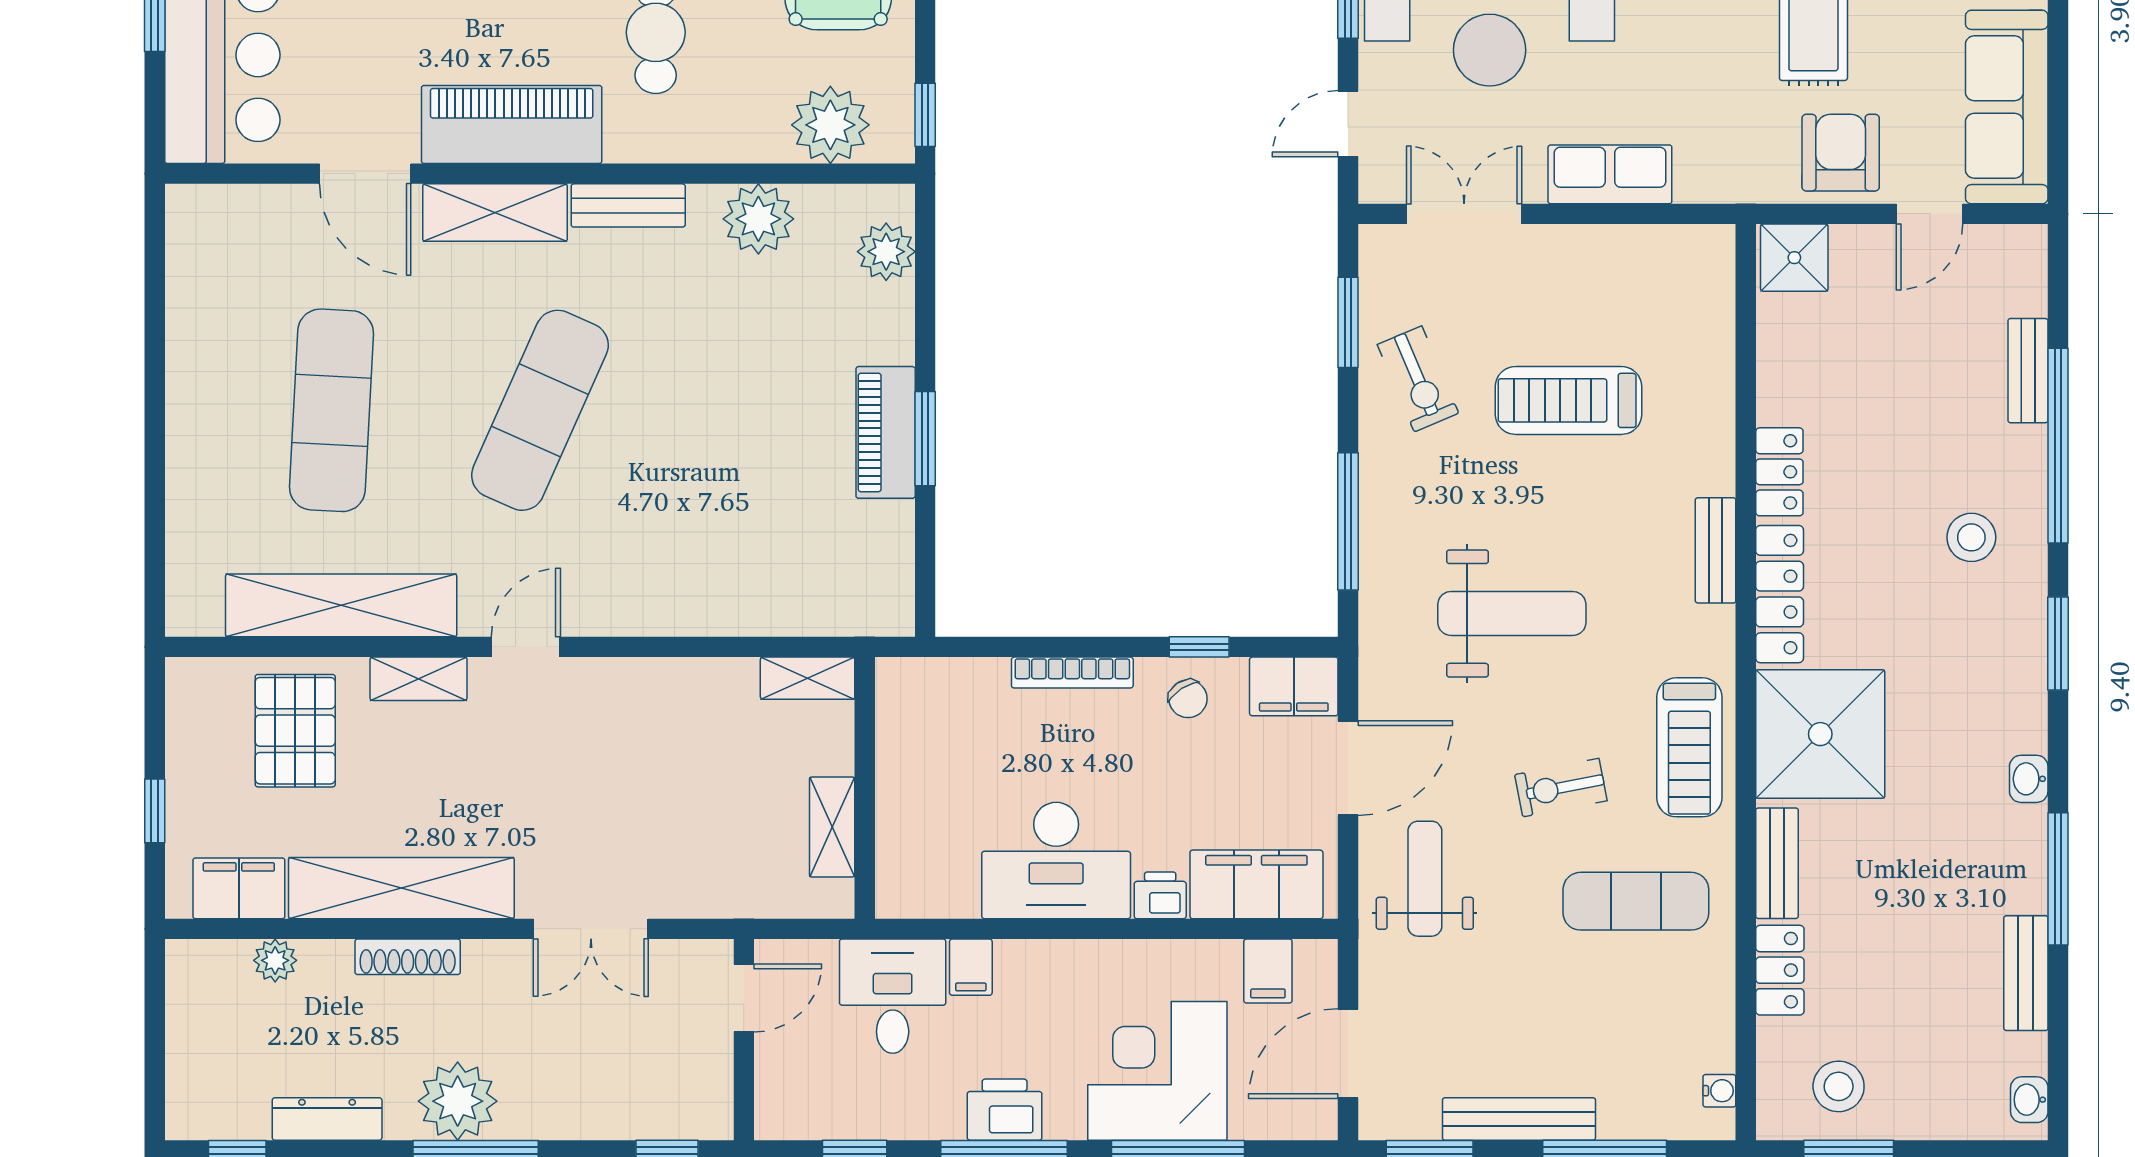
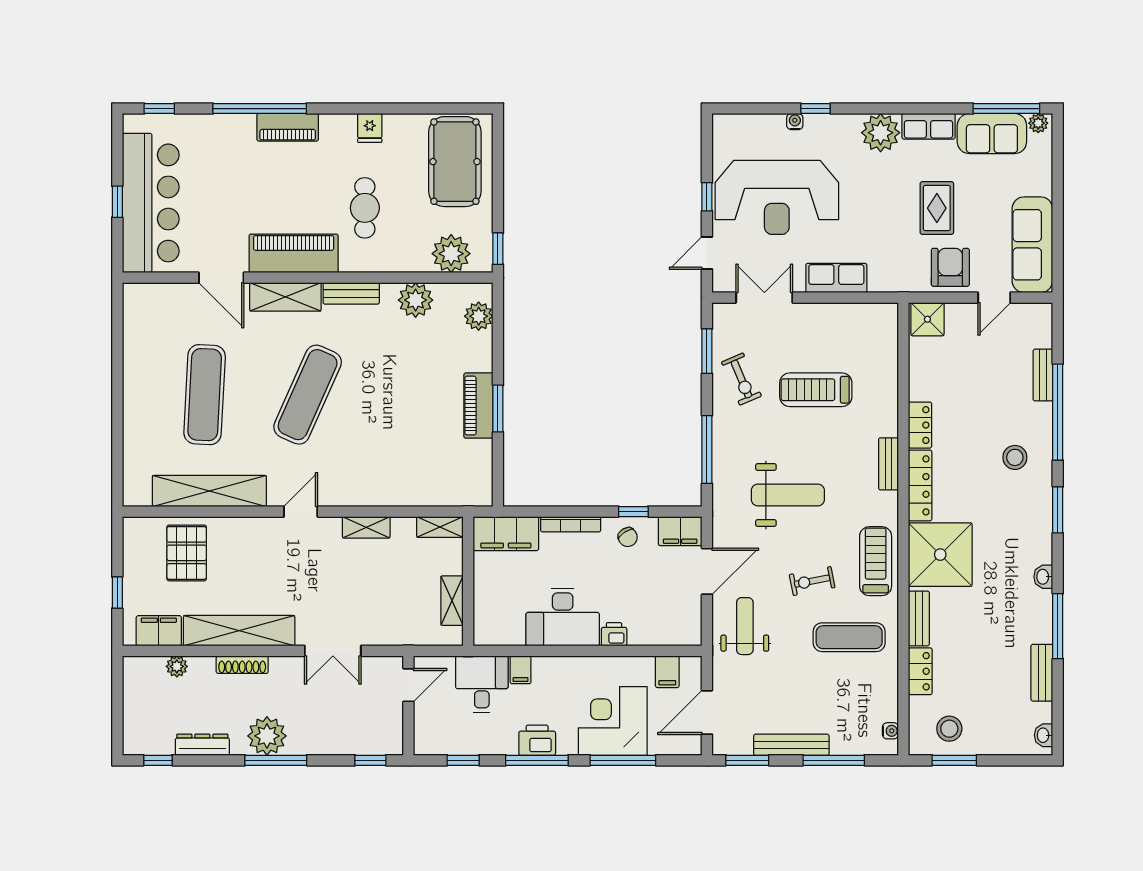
shelving: (419, 679) -> (366, 527), moved
treadmill: (1689, 747) -> (876, 561), turned 180
filing cabinet: (1256, 884) -> (506, 534), moved, turned 180

